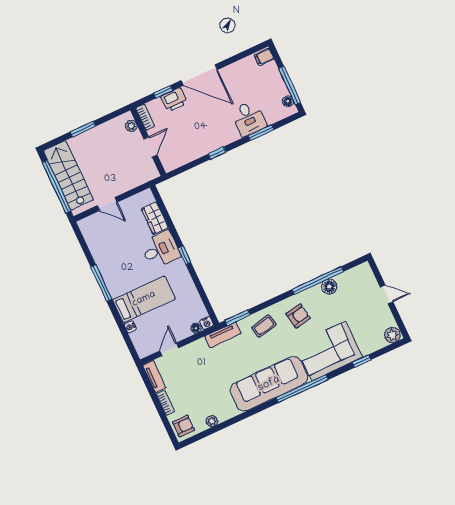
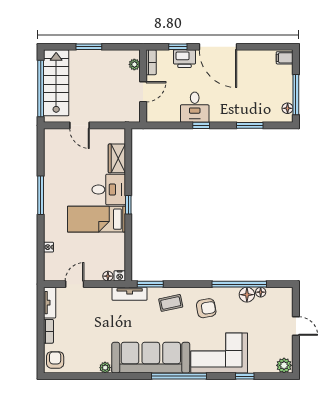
desk: (249, 118) -> (195, 107), moved
floor lamp: (341, 279) -> (261, 292), added
bed: (144, 299) -> (96, 219), moved, turned 180
plant: (212, 421) -> (105, 368), moved
armchair: (183, 426) -> (55, 360), turned -90

